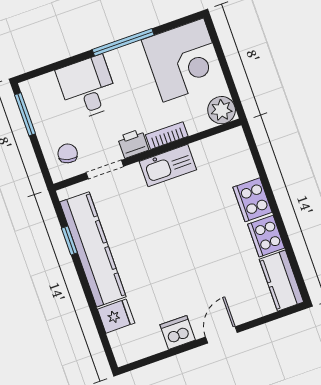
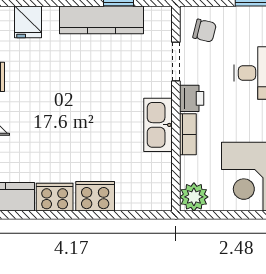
kitchen counter: (93, 249) -> (102, 20), width x0.72, depth x0.86

